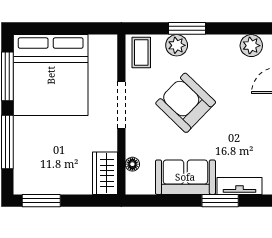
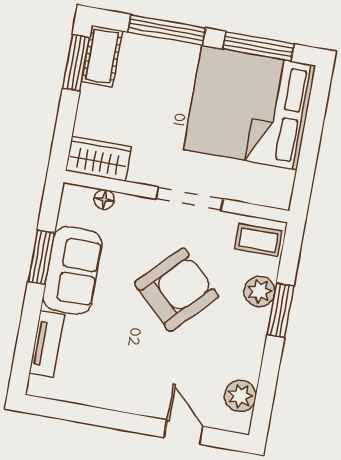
cot: (34, 184) -> (102, 56), added
window: (220, 201) -> (41, 257), moved

